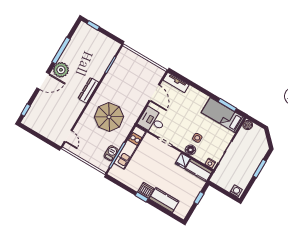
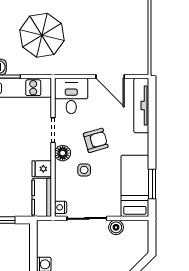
tv unit: (176, 82) -> (141, 106), width x1.41
door: (154, 93) -> (110, 77), hinge flipped
armchair: (185, 122) -> (96, 140), added
boiler: (248, 125) -> (116, 227), moved
floor lamp: (190, 150) -> (63, 153), moved

